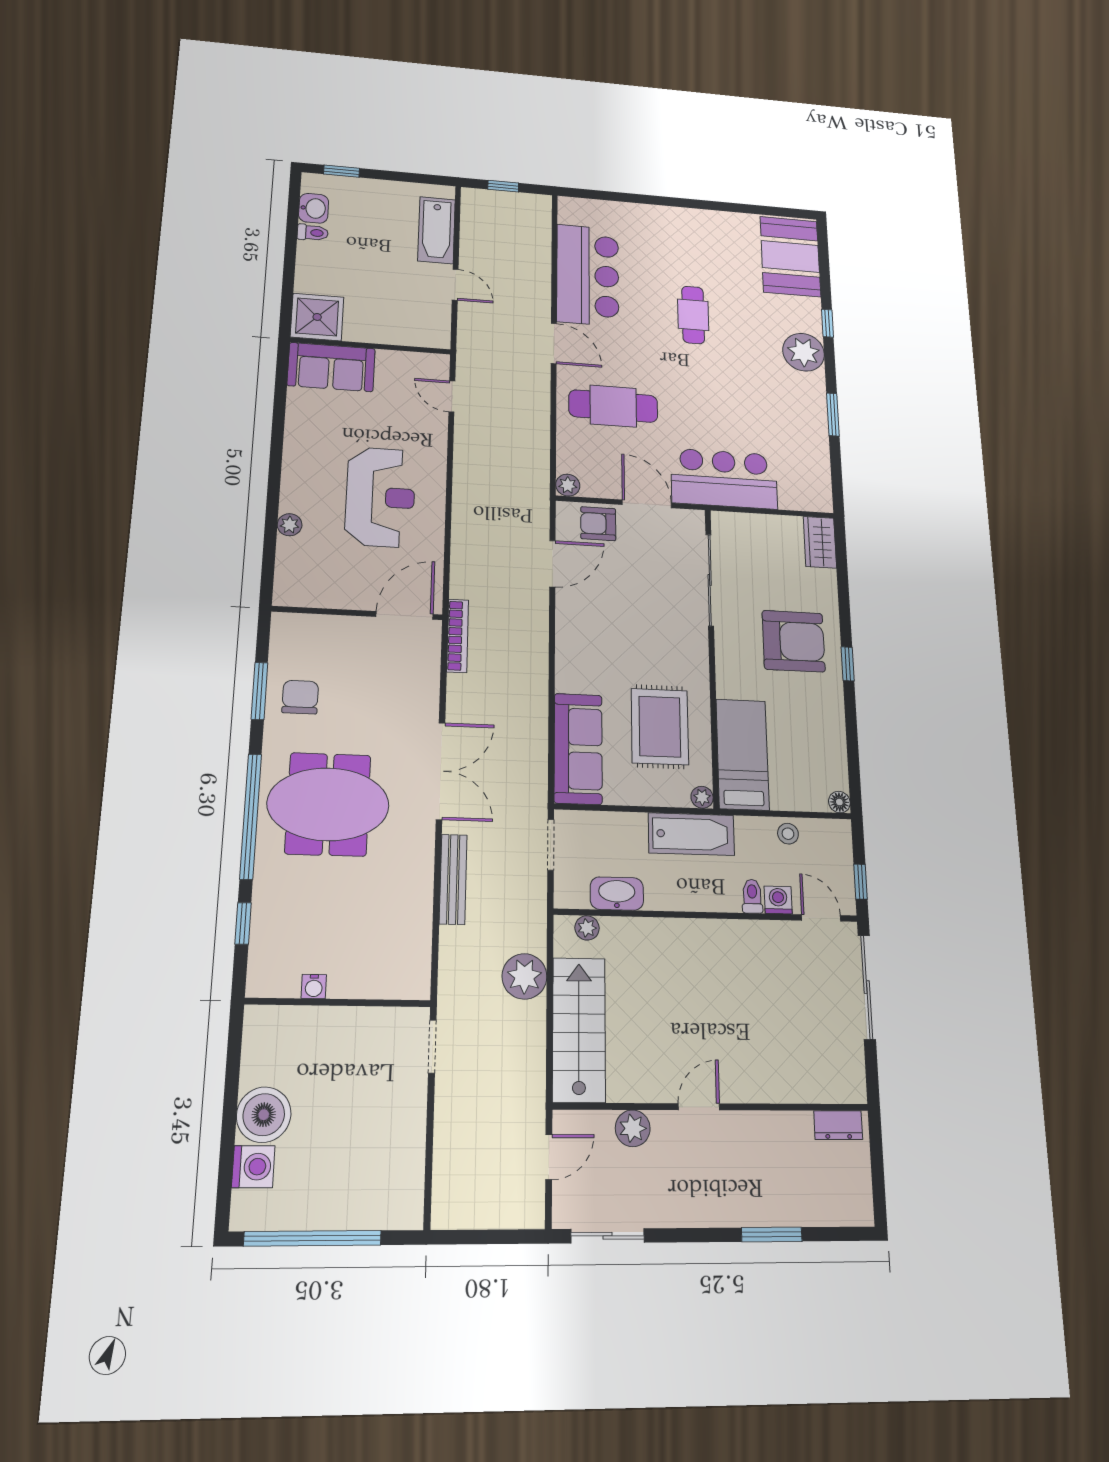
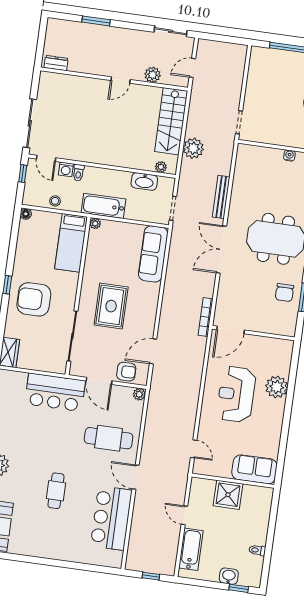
washbasin: (314, 208) -> (229, 576), moved, turned 90
shower: (317, 317) -> (228, 495), moved
plant: (290, 525) -> (277, 387), width x1.88, depth x1.88
rug: (660, 727) -> (111, 306), moved

